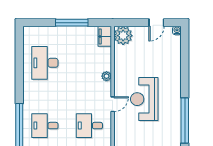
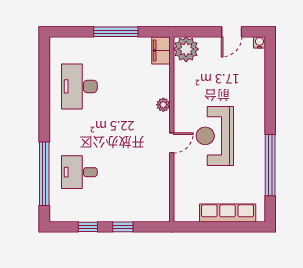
desk: (89, 126) -> (140, 172), removed

